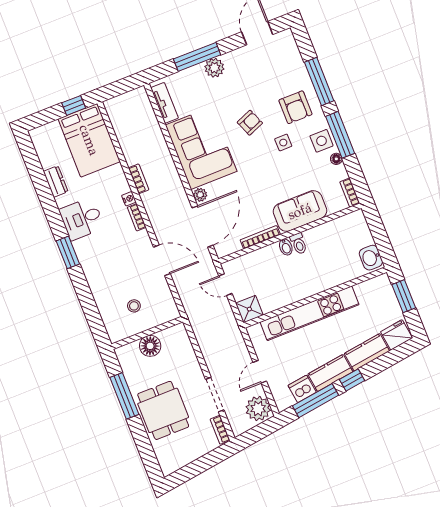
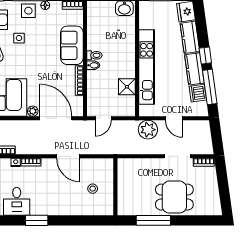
door: (162, 260) -> (68, 156), swing flipped
shower: (249, 309) -> (127, 87), moved
floor lamp: (150, 346) -> (125, 188), removed
plant: (258, 409) -> (148, 130), moved

